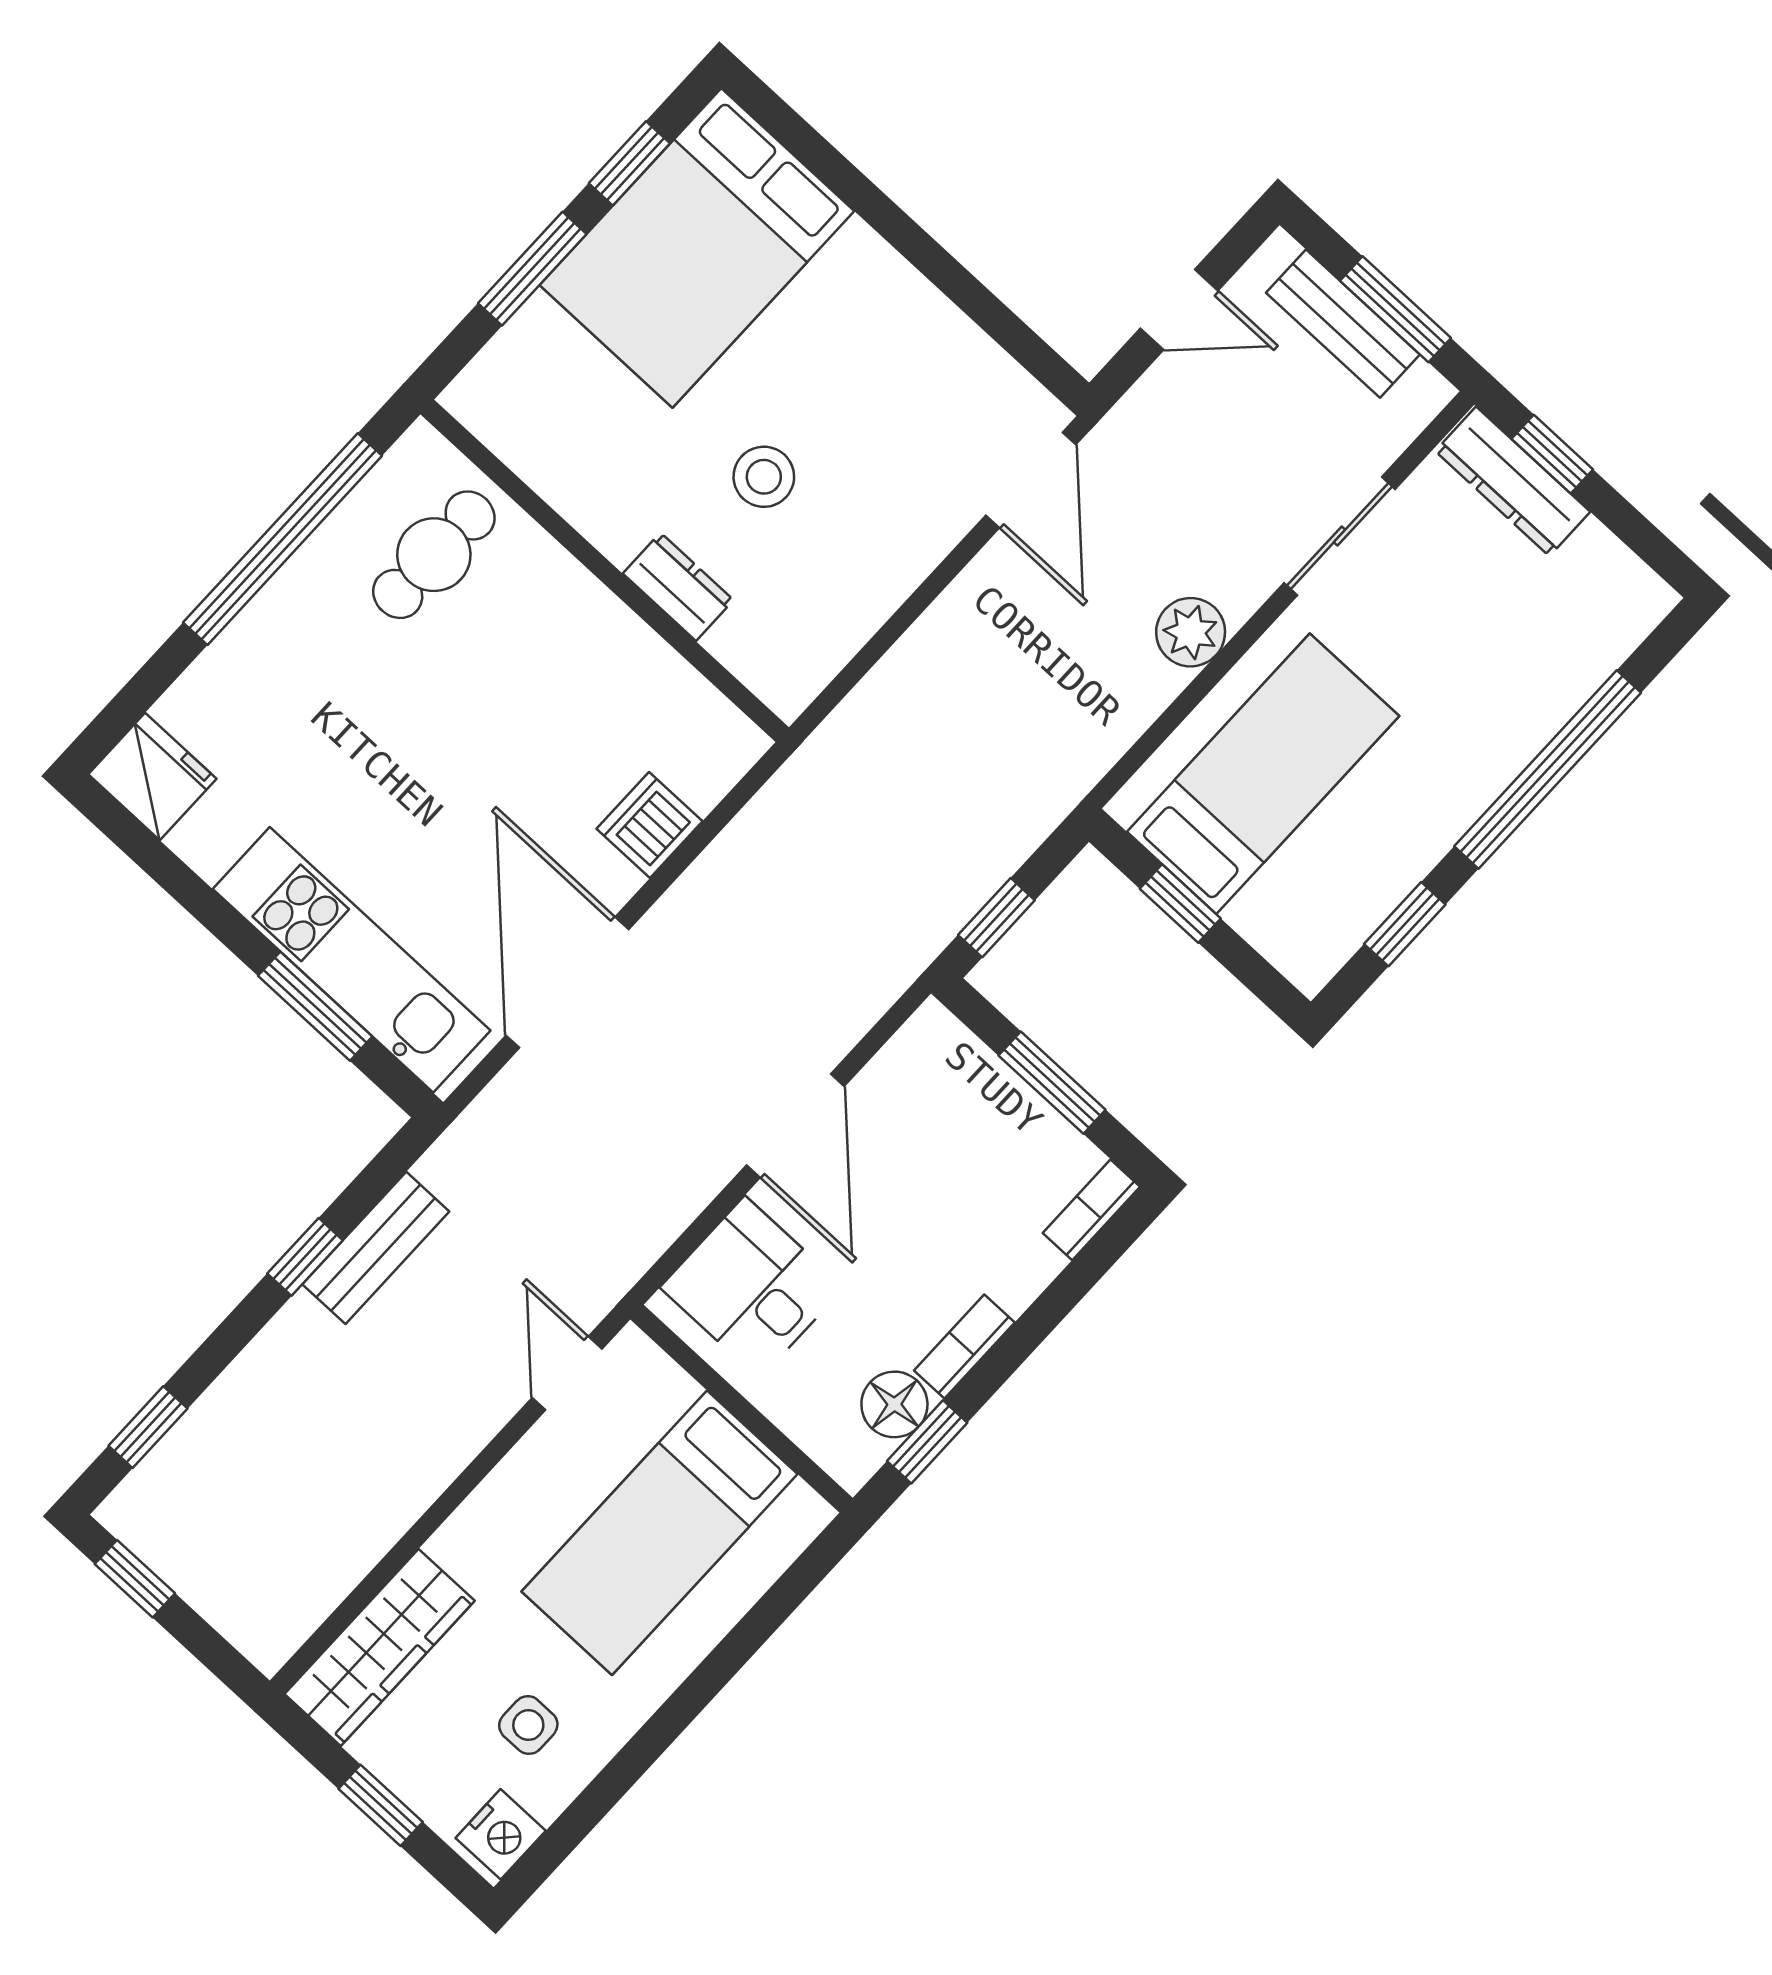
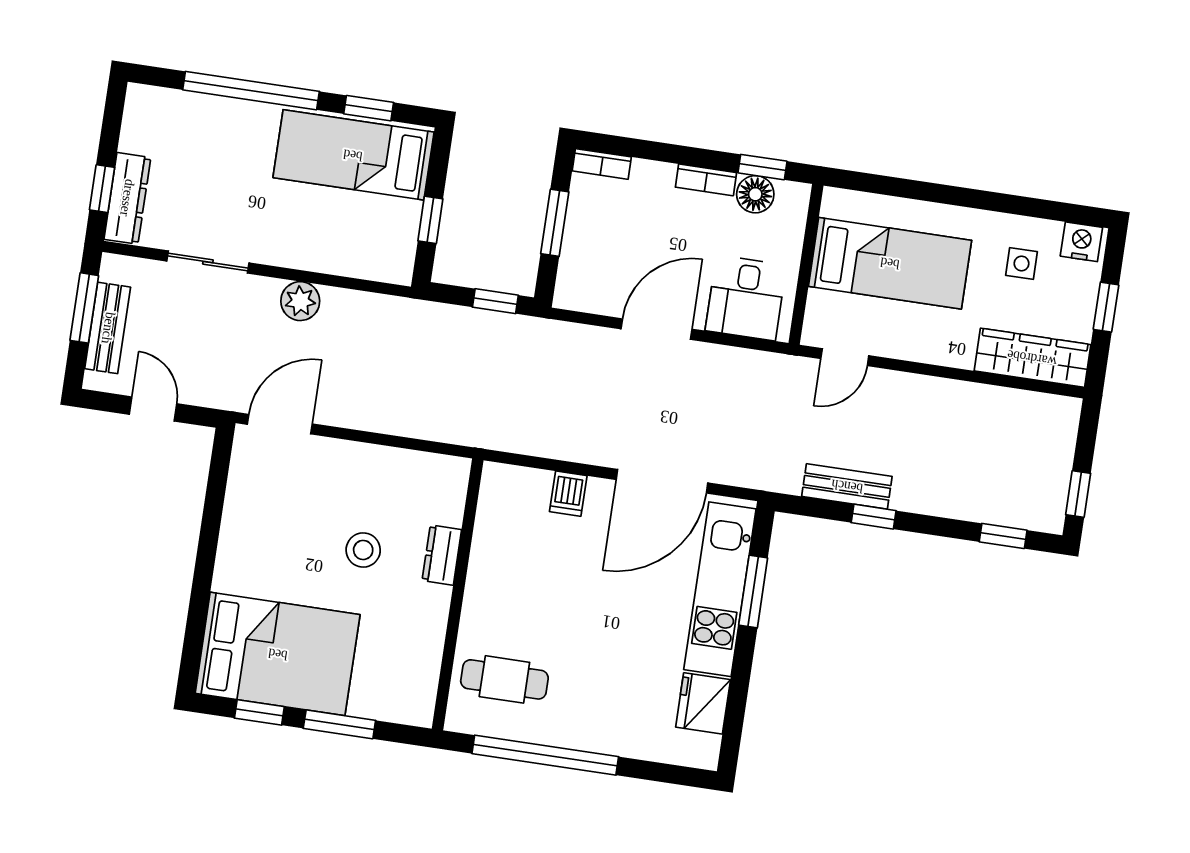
bed: (1263, 774) -> (353, 155), moved
fridge: (152, 776) -> (703, 703), moved
dishwasher: (650, 825) -> (568, 494), width x0.73

